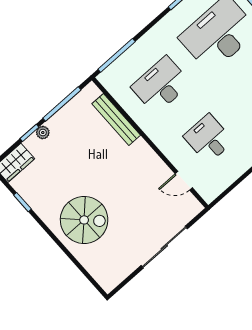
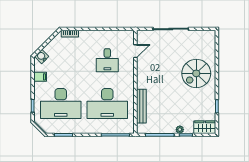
desk: (161, 85) -> (107, 104), width x1.36, depth x1.30
door: (184, 181) -> (135, 51), hinge flipped
spiral stairs: (84, 220) -> (196, 73), turned -90

